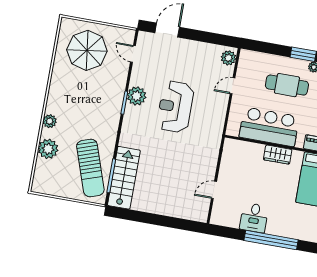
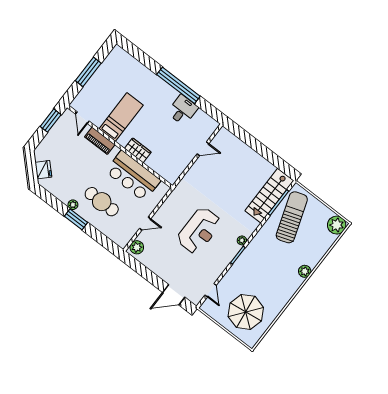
plant: (137, 96) -> (242, 240), moved, width x0.53, depth x0.53
plant: (48, 149) -> (337, 225), moved

